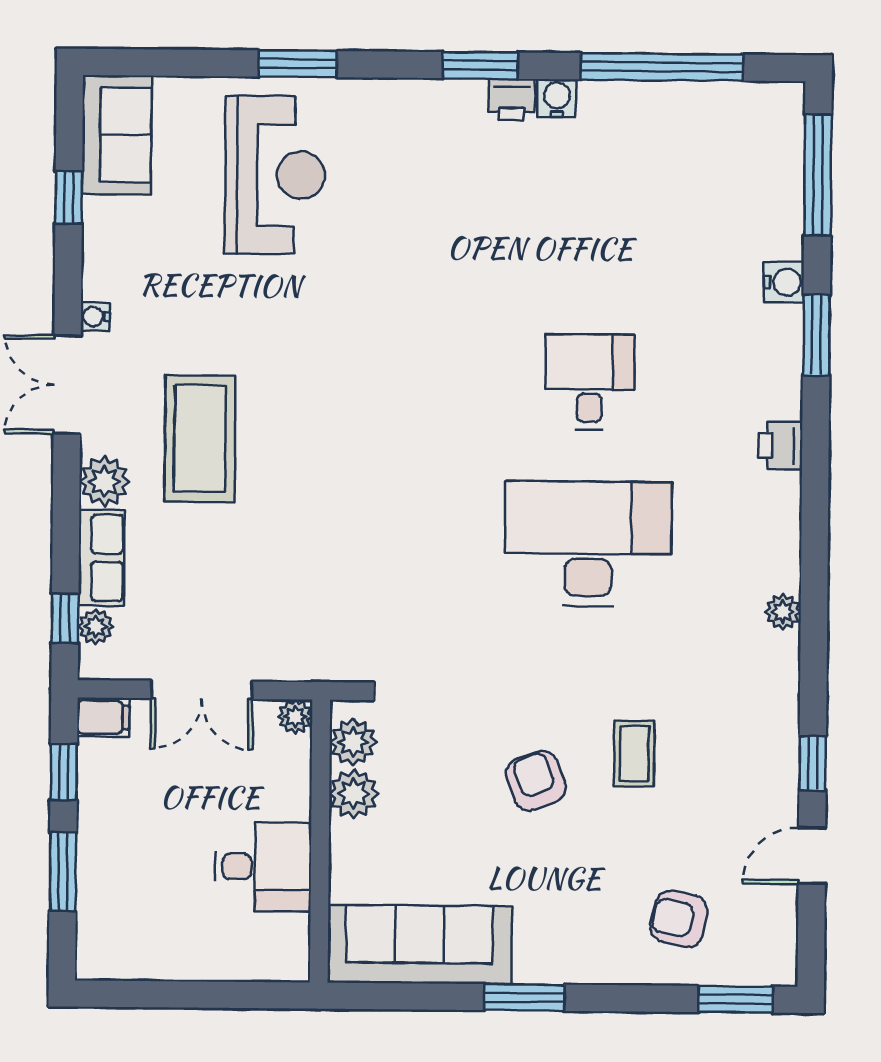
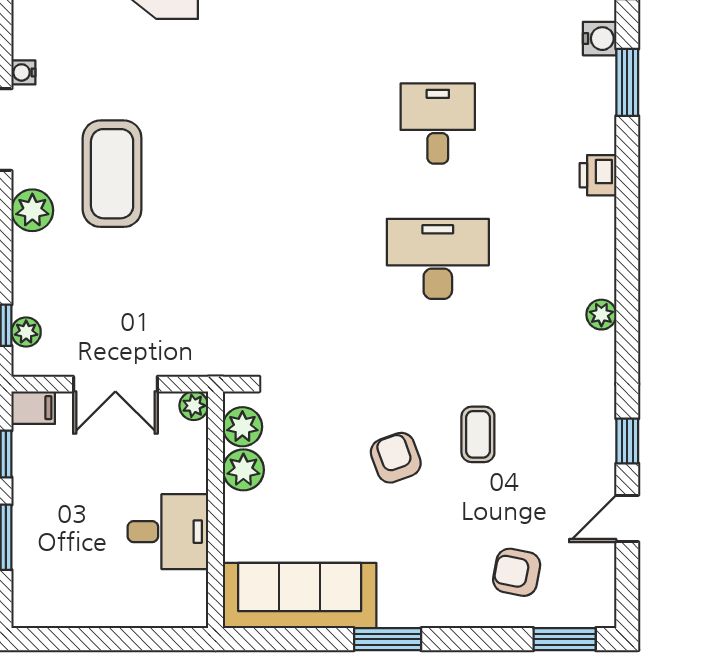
desk: (588, 544) -> (438, 259), width x0.73, depth x0.77
row of seats: (102, 558) -> (31, 274), removed

